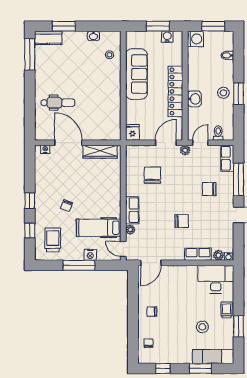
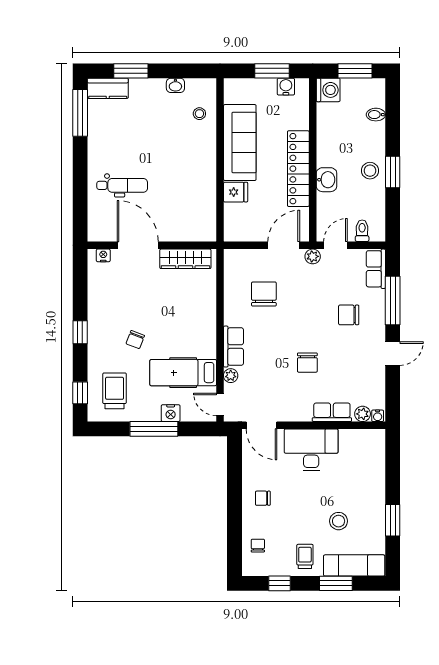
fridge: (132, 132) -> (236, 192), moved, turned 90
chair: (182, 221) -> (307, 363), turned 91
window: (30, 231) -> (80, 393), moved
door: (151, 263) -> (261, 425), hinge flipped
desk: (216, 279) -> (311, 450), moved
trolley: (226, 310) -> (305, 556), moved

